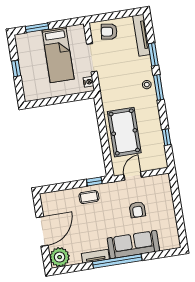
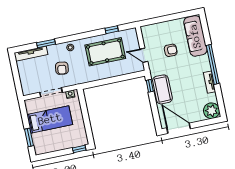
armchair: (109, 32) -> (62, 68), moved
window: (16, 68) -> (79, 149), moved
window: (159, 87) -> (72, 38), removed
pool table: (124, 132) -> (105, 52), moved
coffee table: (89, 197) -> (162, 89), width x1.86, depth x1.72
door: (42, 231) -> (179, 128), moved
sofa: (133, 245) -> (195, 36), moved

